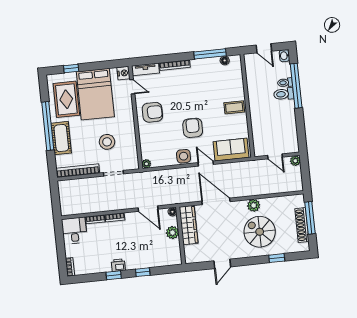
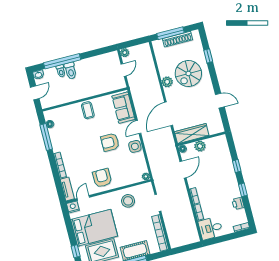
stool: (107, 142) -> (128, 201), moved
printer: (118, 265) -> (238, 203), moved

